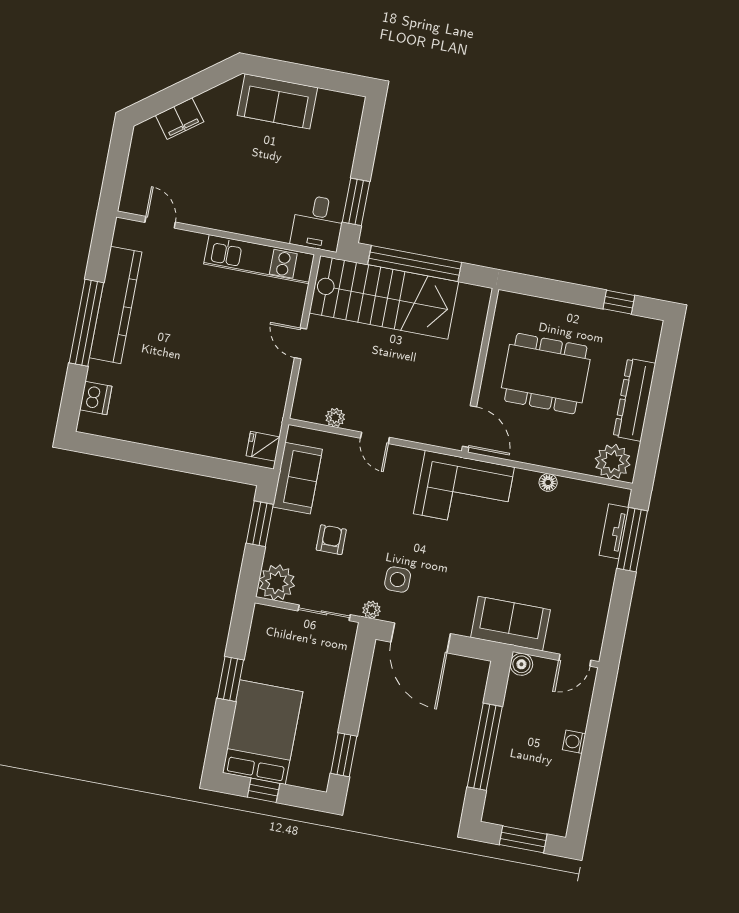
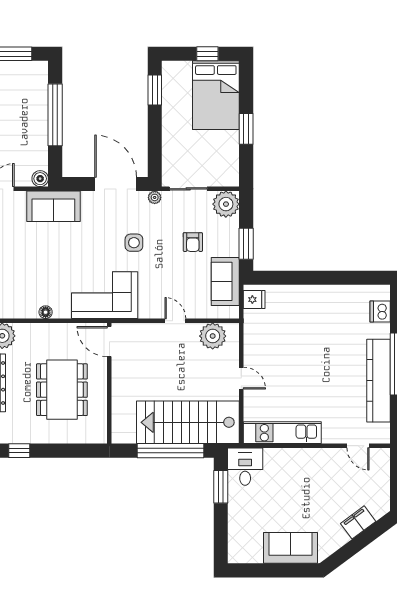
dining table: (546, 374) -> (62, 390), turned 90
plant: (335, 418) -> (213, 336), width x1.88, depth x1.88
side table: (398, 580) -> (134, 243), moved

